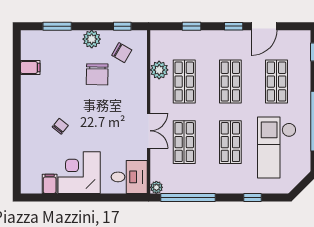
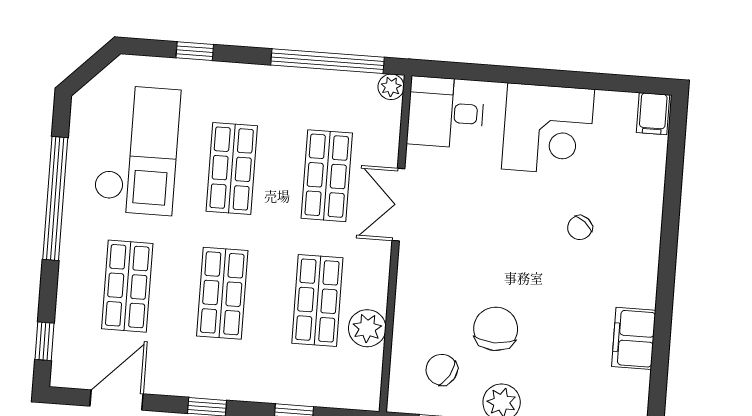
door: (264, 26) -> (116, 400), moved
filing cabinet: (30, 67) -> (634, 338), width x2.00
filing cabinet: (50, 184) -> (653, 114), moved

